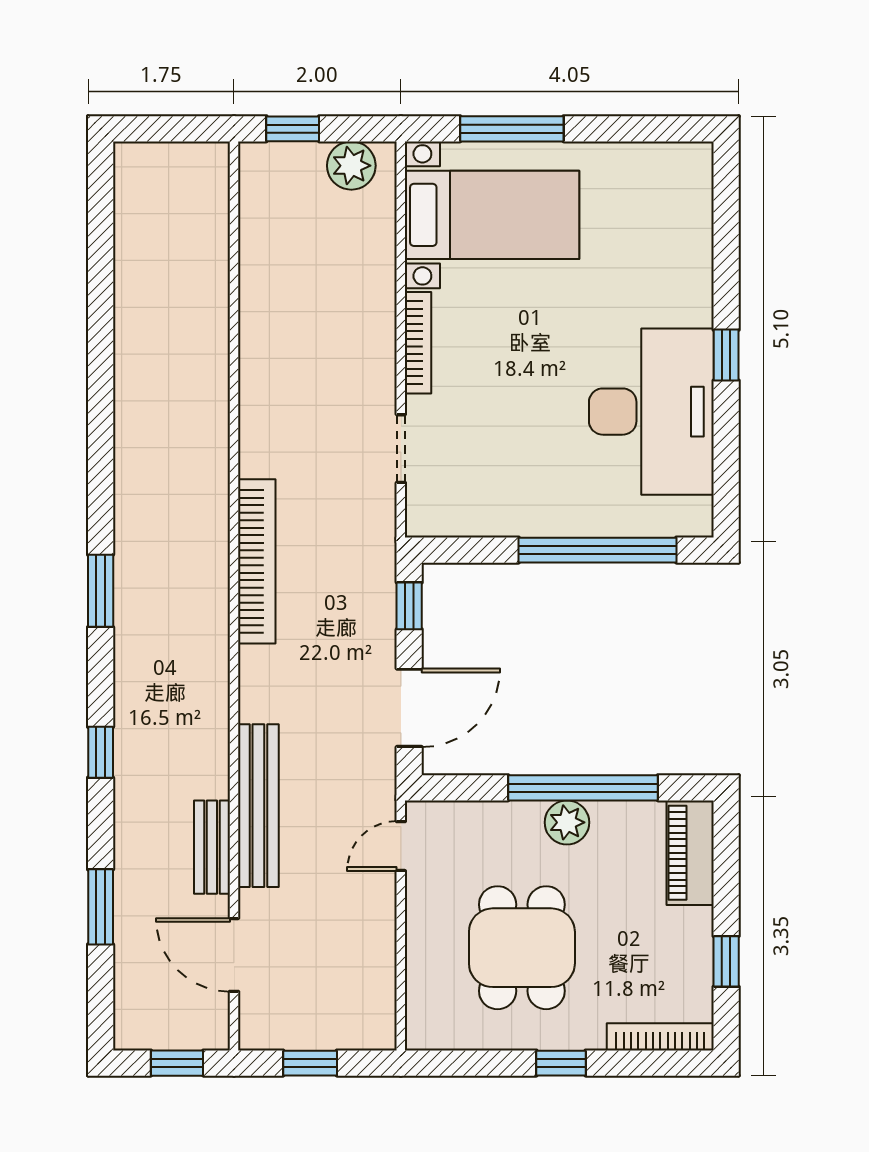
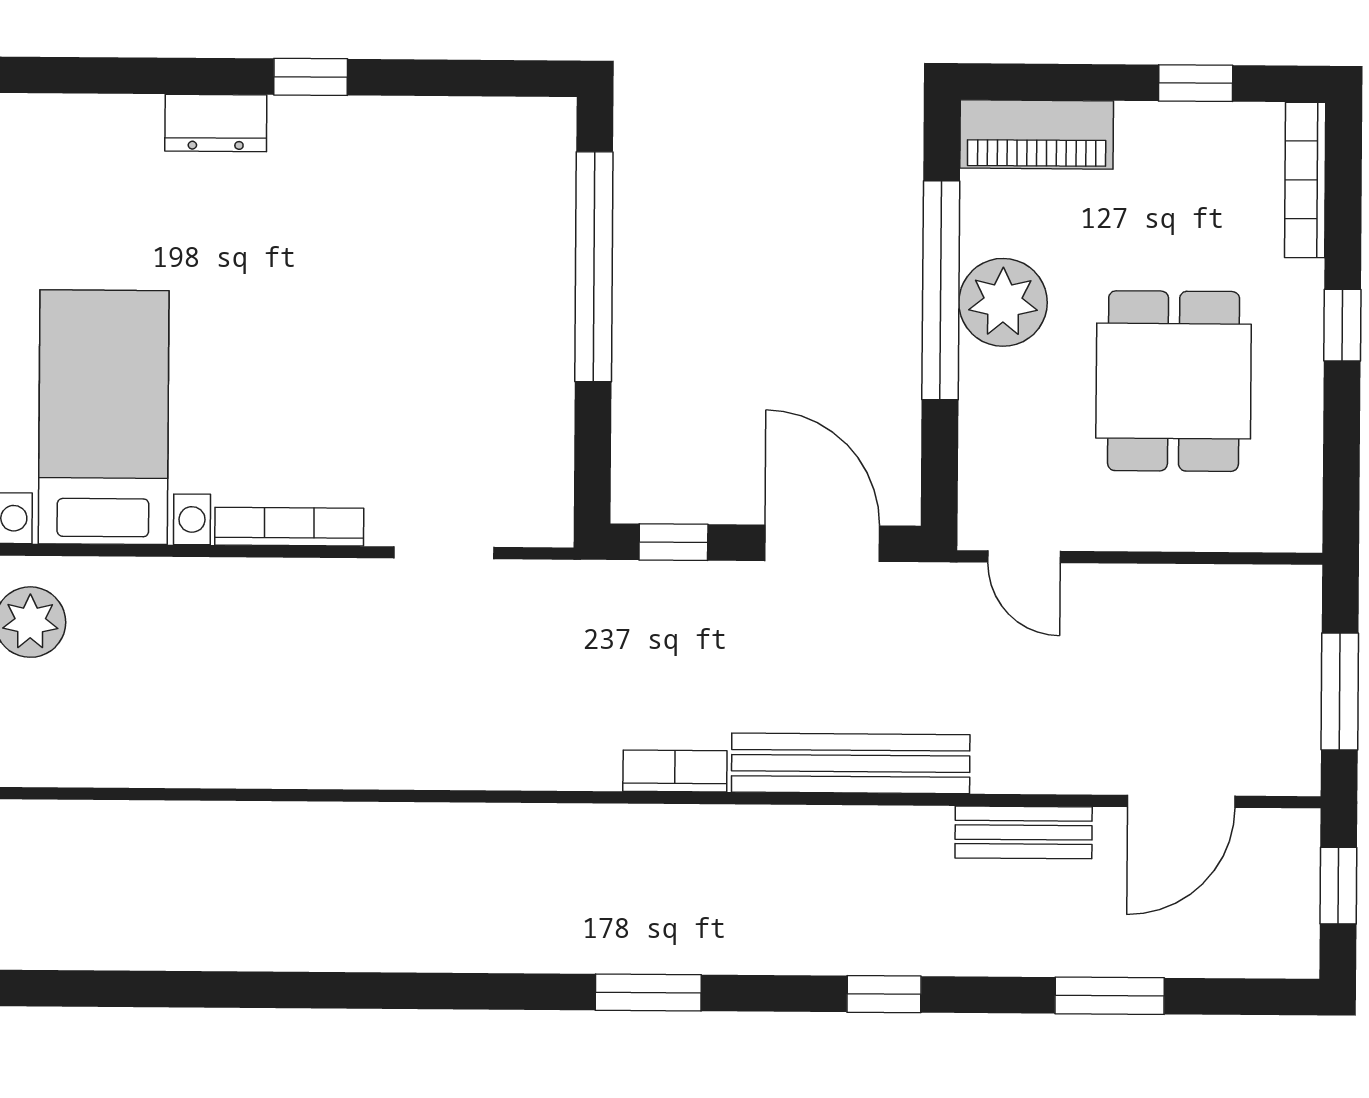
dresser: (694, 290) -> (216, 123), added
desk: (651, 412) -> (392, 187), removed
bookcase: (257, 561) -> (675, 771), width x0.43, depth x0.76
bench: (258, 806) -> (851, 763), moved
plant: (567, 822) -> (1003, 302), width x1.36, depth x1.36
dining table: (522, 948) -> (1174, 381), turned 90
window: (310, 1063) -> (1340, 691), width x1.50

